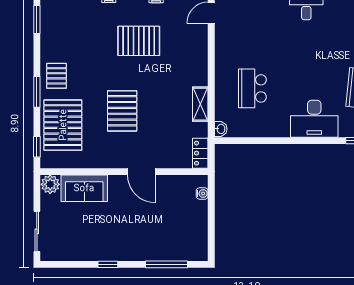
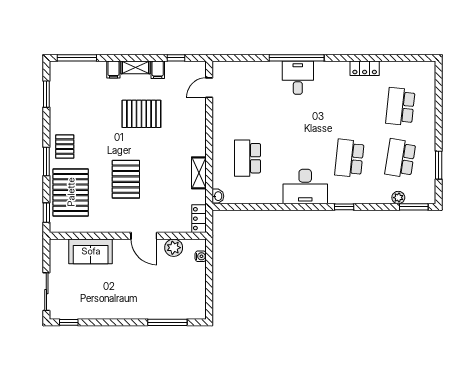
plant: (50, 184) -> (174, 248), moved
window: (108, 264) -> (69, 322), moved

